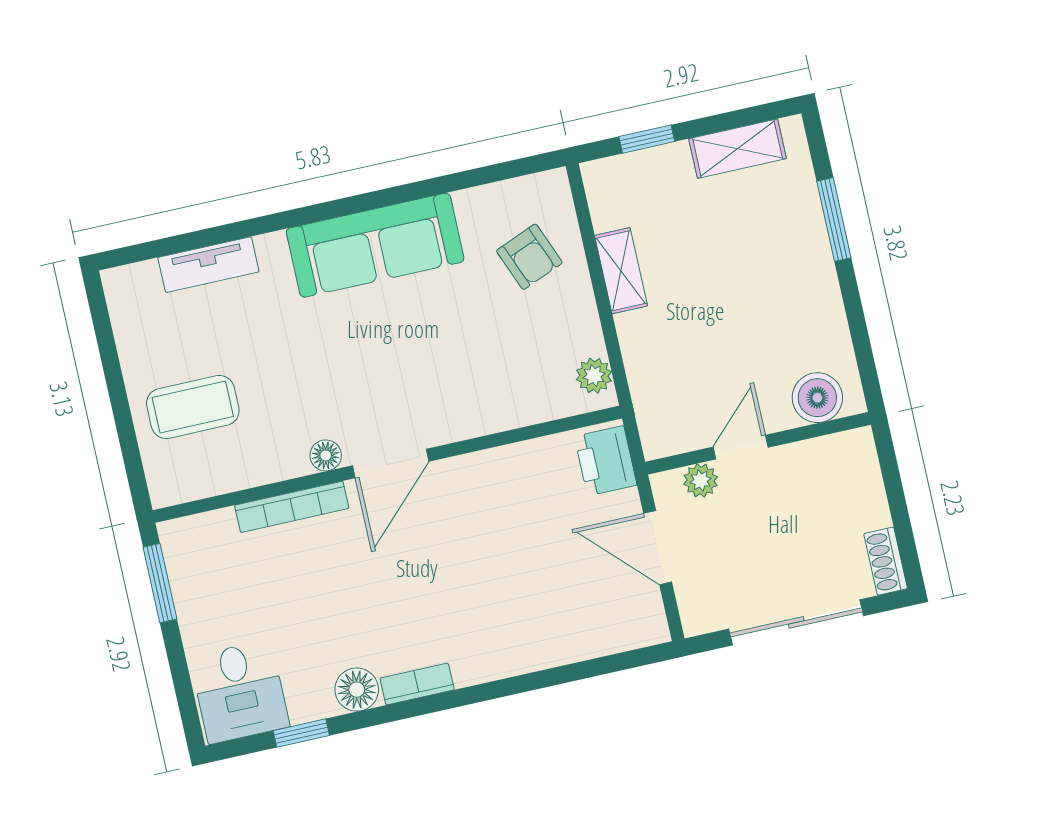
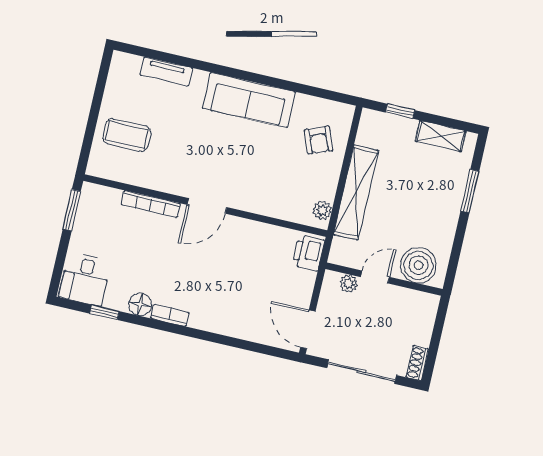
shelving: (621, 271) -> (356, 192), width x2.20, depth x1.33
boiler: (817, 398) -> (418, 265), width x1.37, depth x1.37
floor lamp: (326, 455) -> (178, 188), removed
door: (658, 548) -> (308, 329), moved

